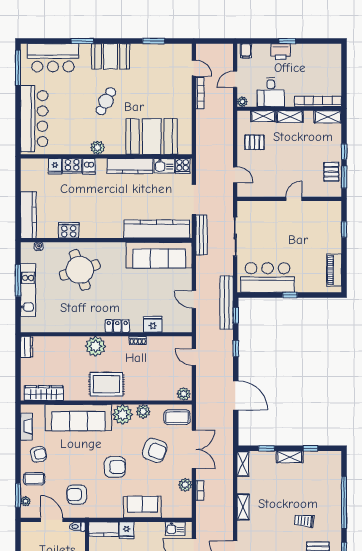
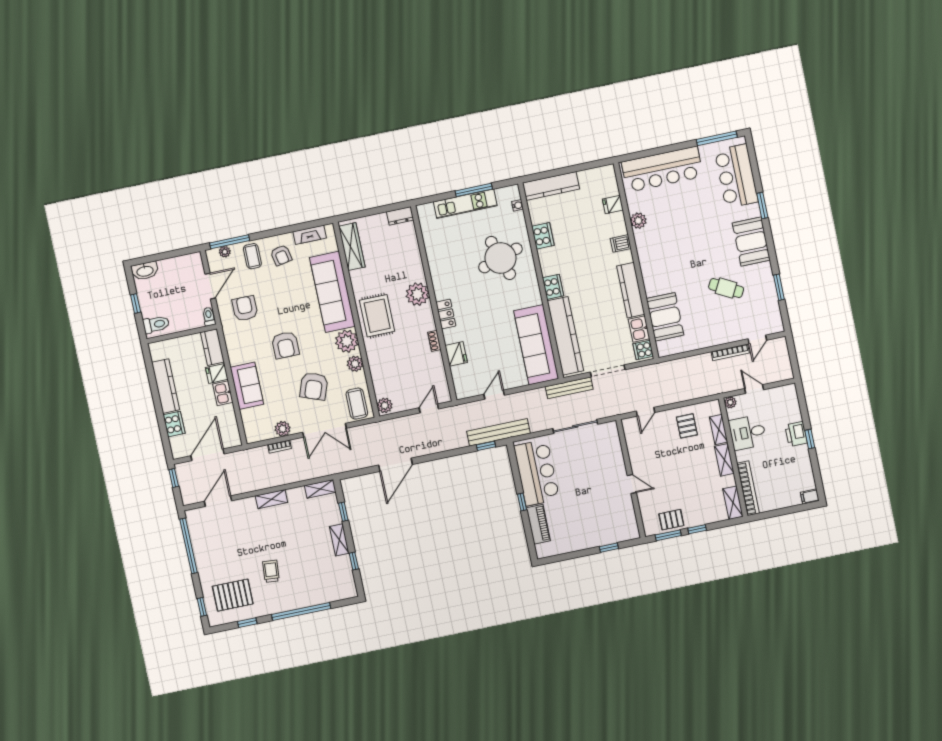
filing cabinet: (246, 51) -> (810, 497), moved
cafe table: (106, 101) -> (726, 288), moved
booth: (152, 136) -> (665, 317), width x0.73, depth x0.70
plant: (98, 148) -> (638, 221), moved
cooker: (72, 166) -> (553, 287), moved, turned 180
piano: (334, 270) -> (538, 524), moved, turned 90
window: (236, 349) -> (449, 454), removed
window: (18, 495) -> (230, 242), width x1.44
kitchen sink: (175, 529) -> (223, 393), moved

